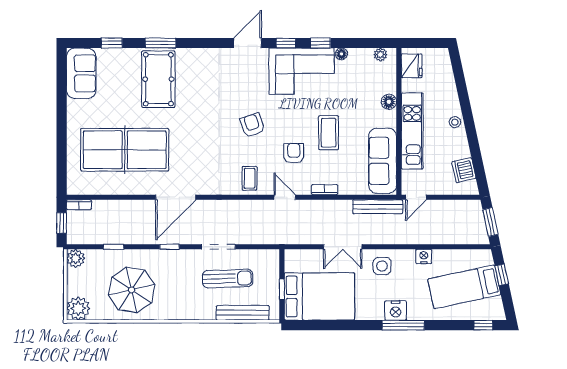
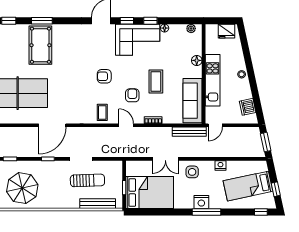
fridge: (412, 66) -> (226, 31), moved, turned 90
armchair: (252, 125) -> (104, 76), turned -71
window: (502, 275) -> (276, 189), moved

